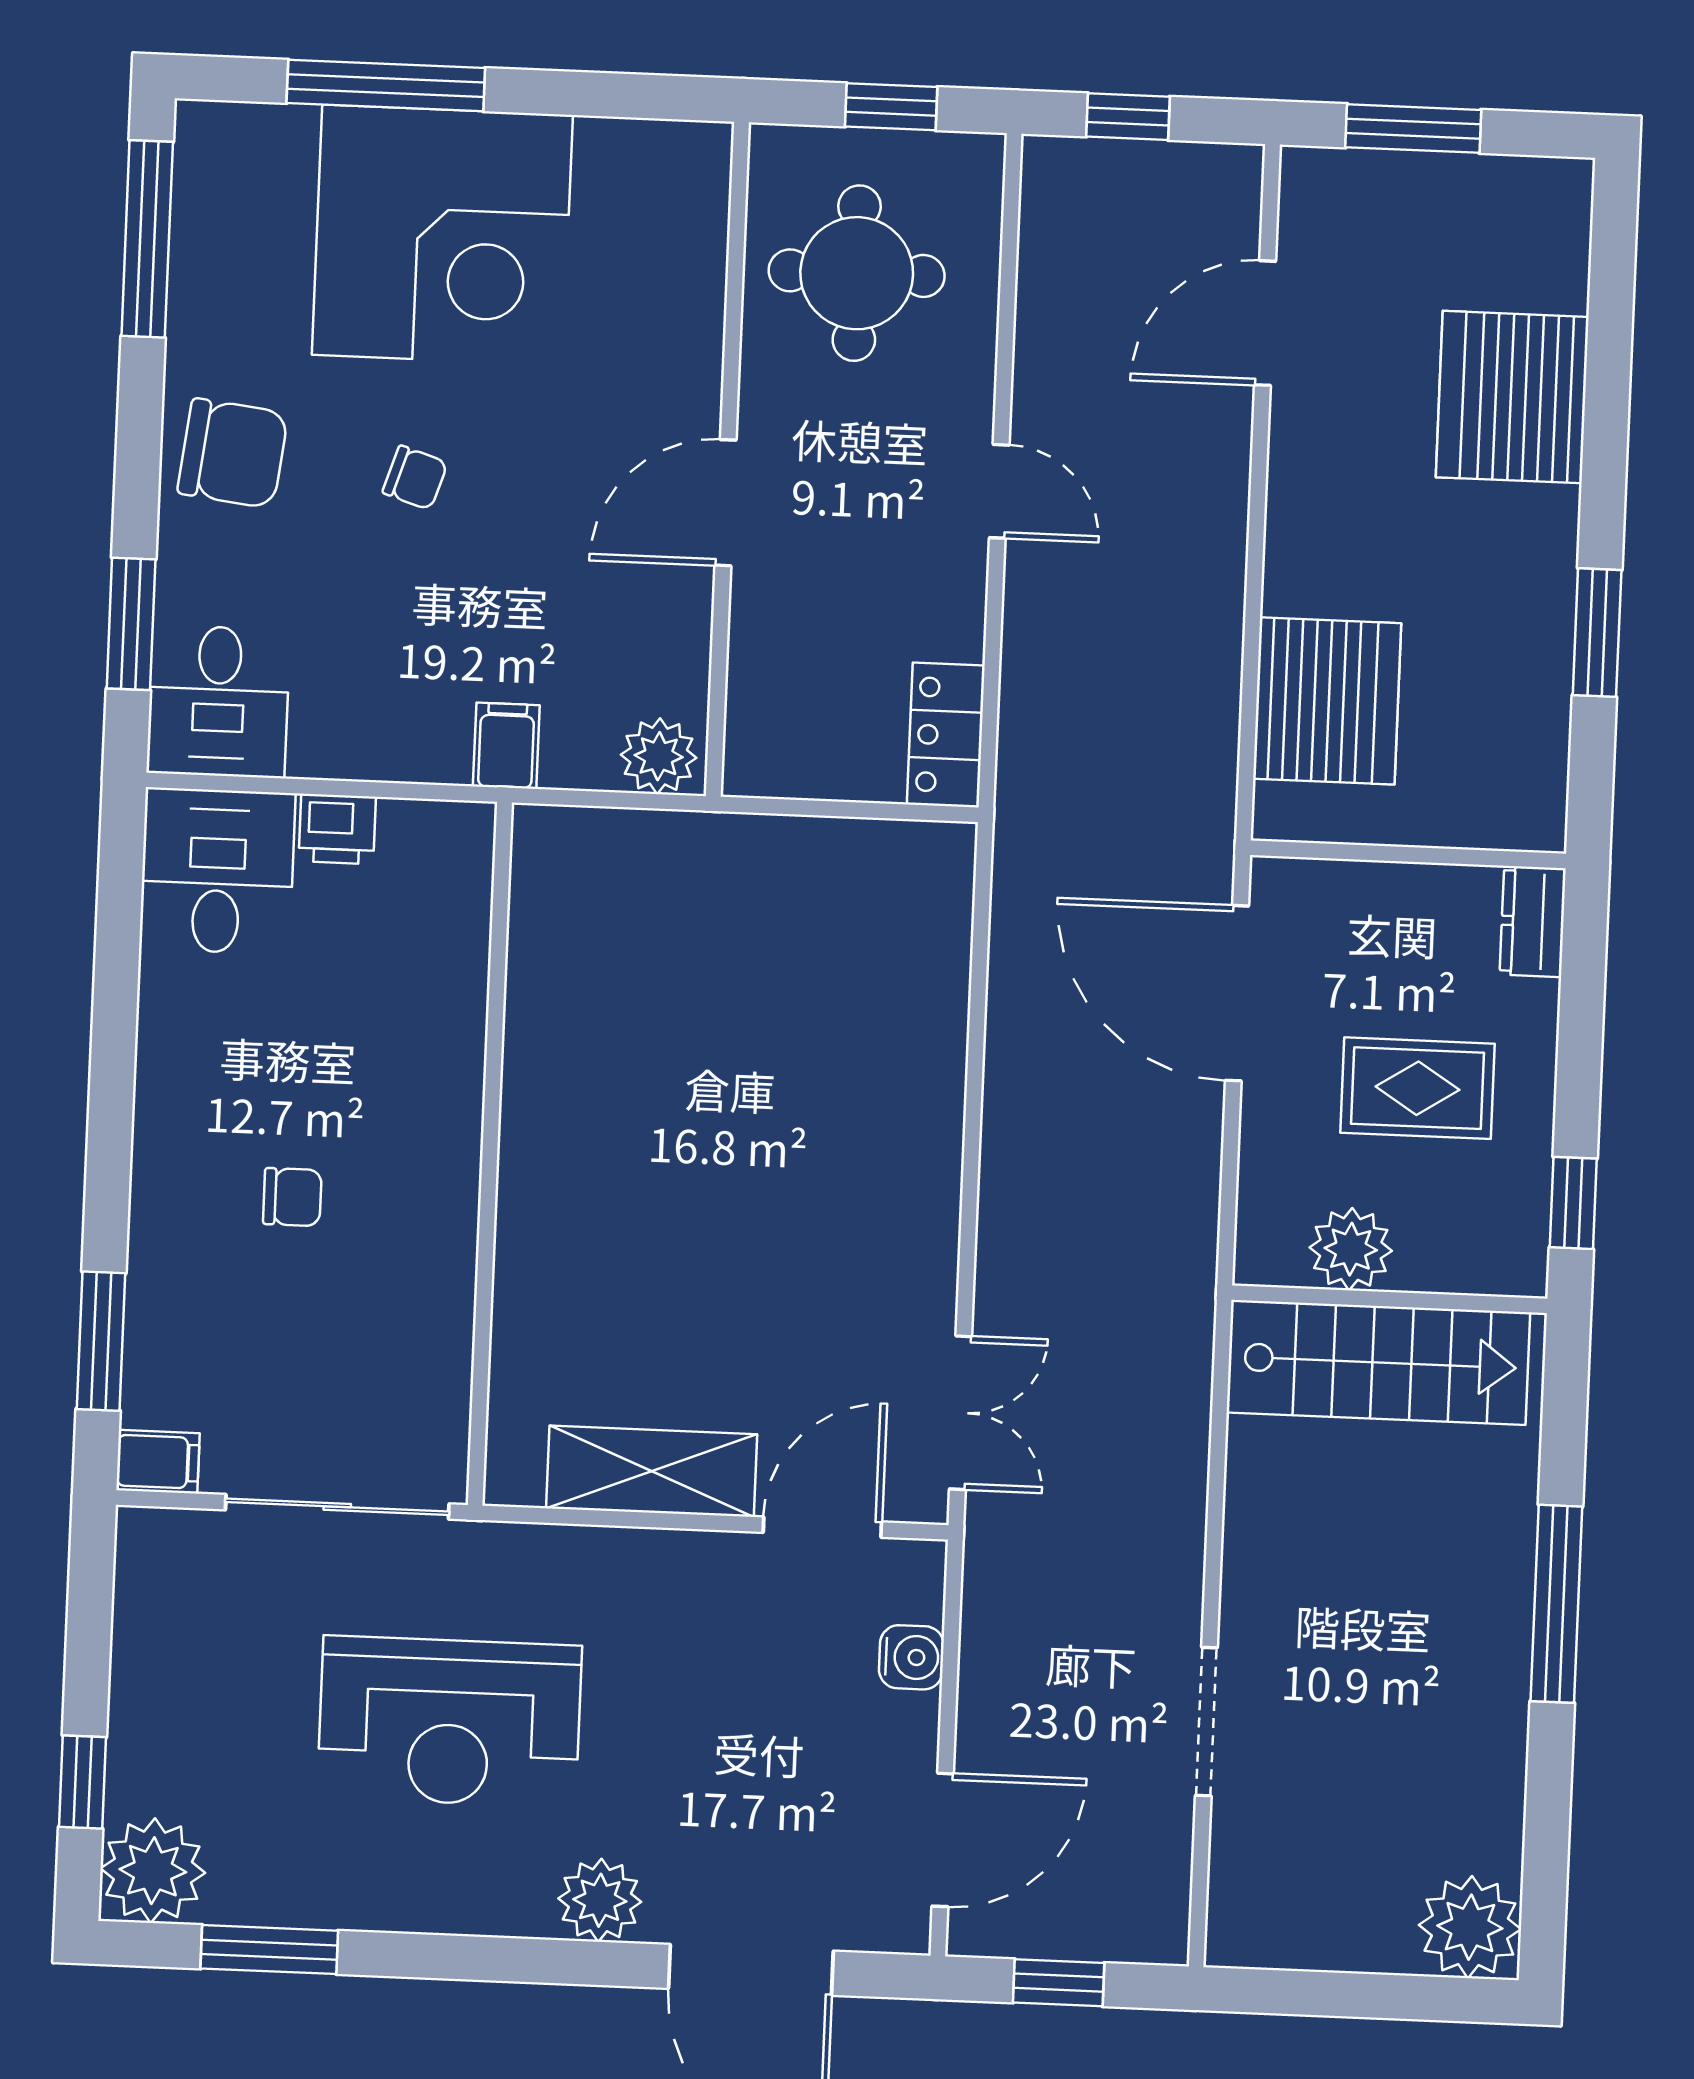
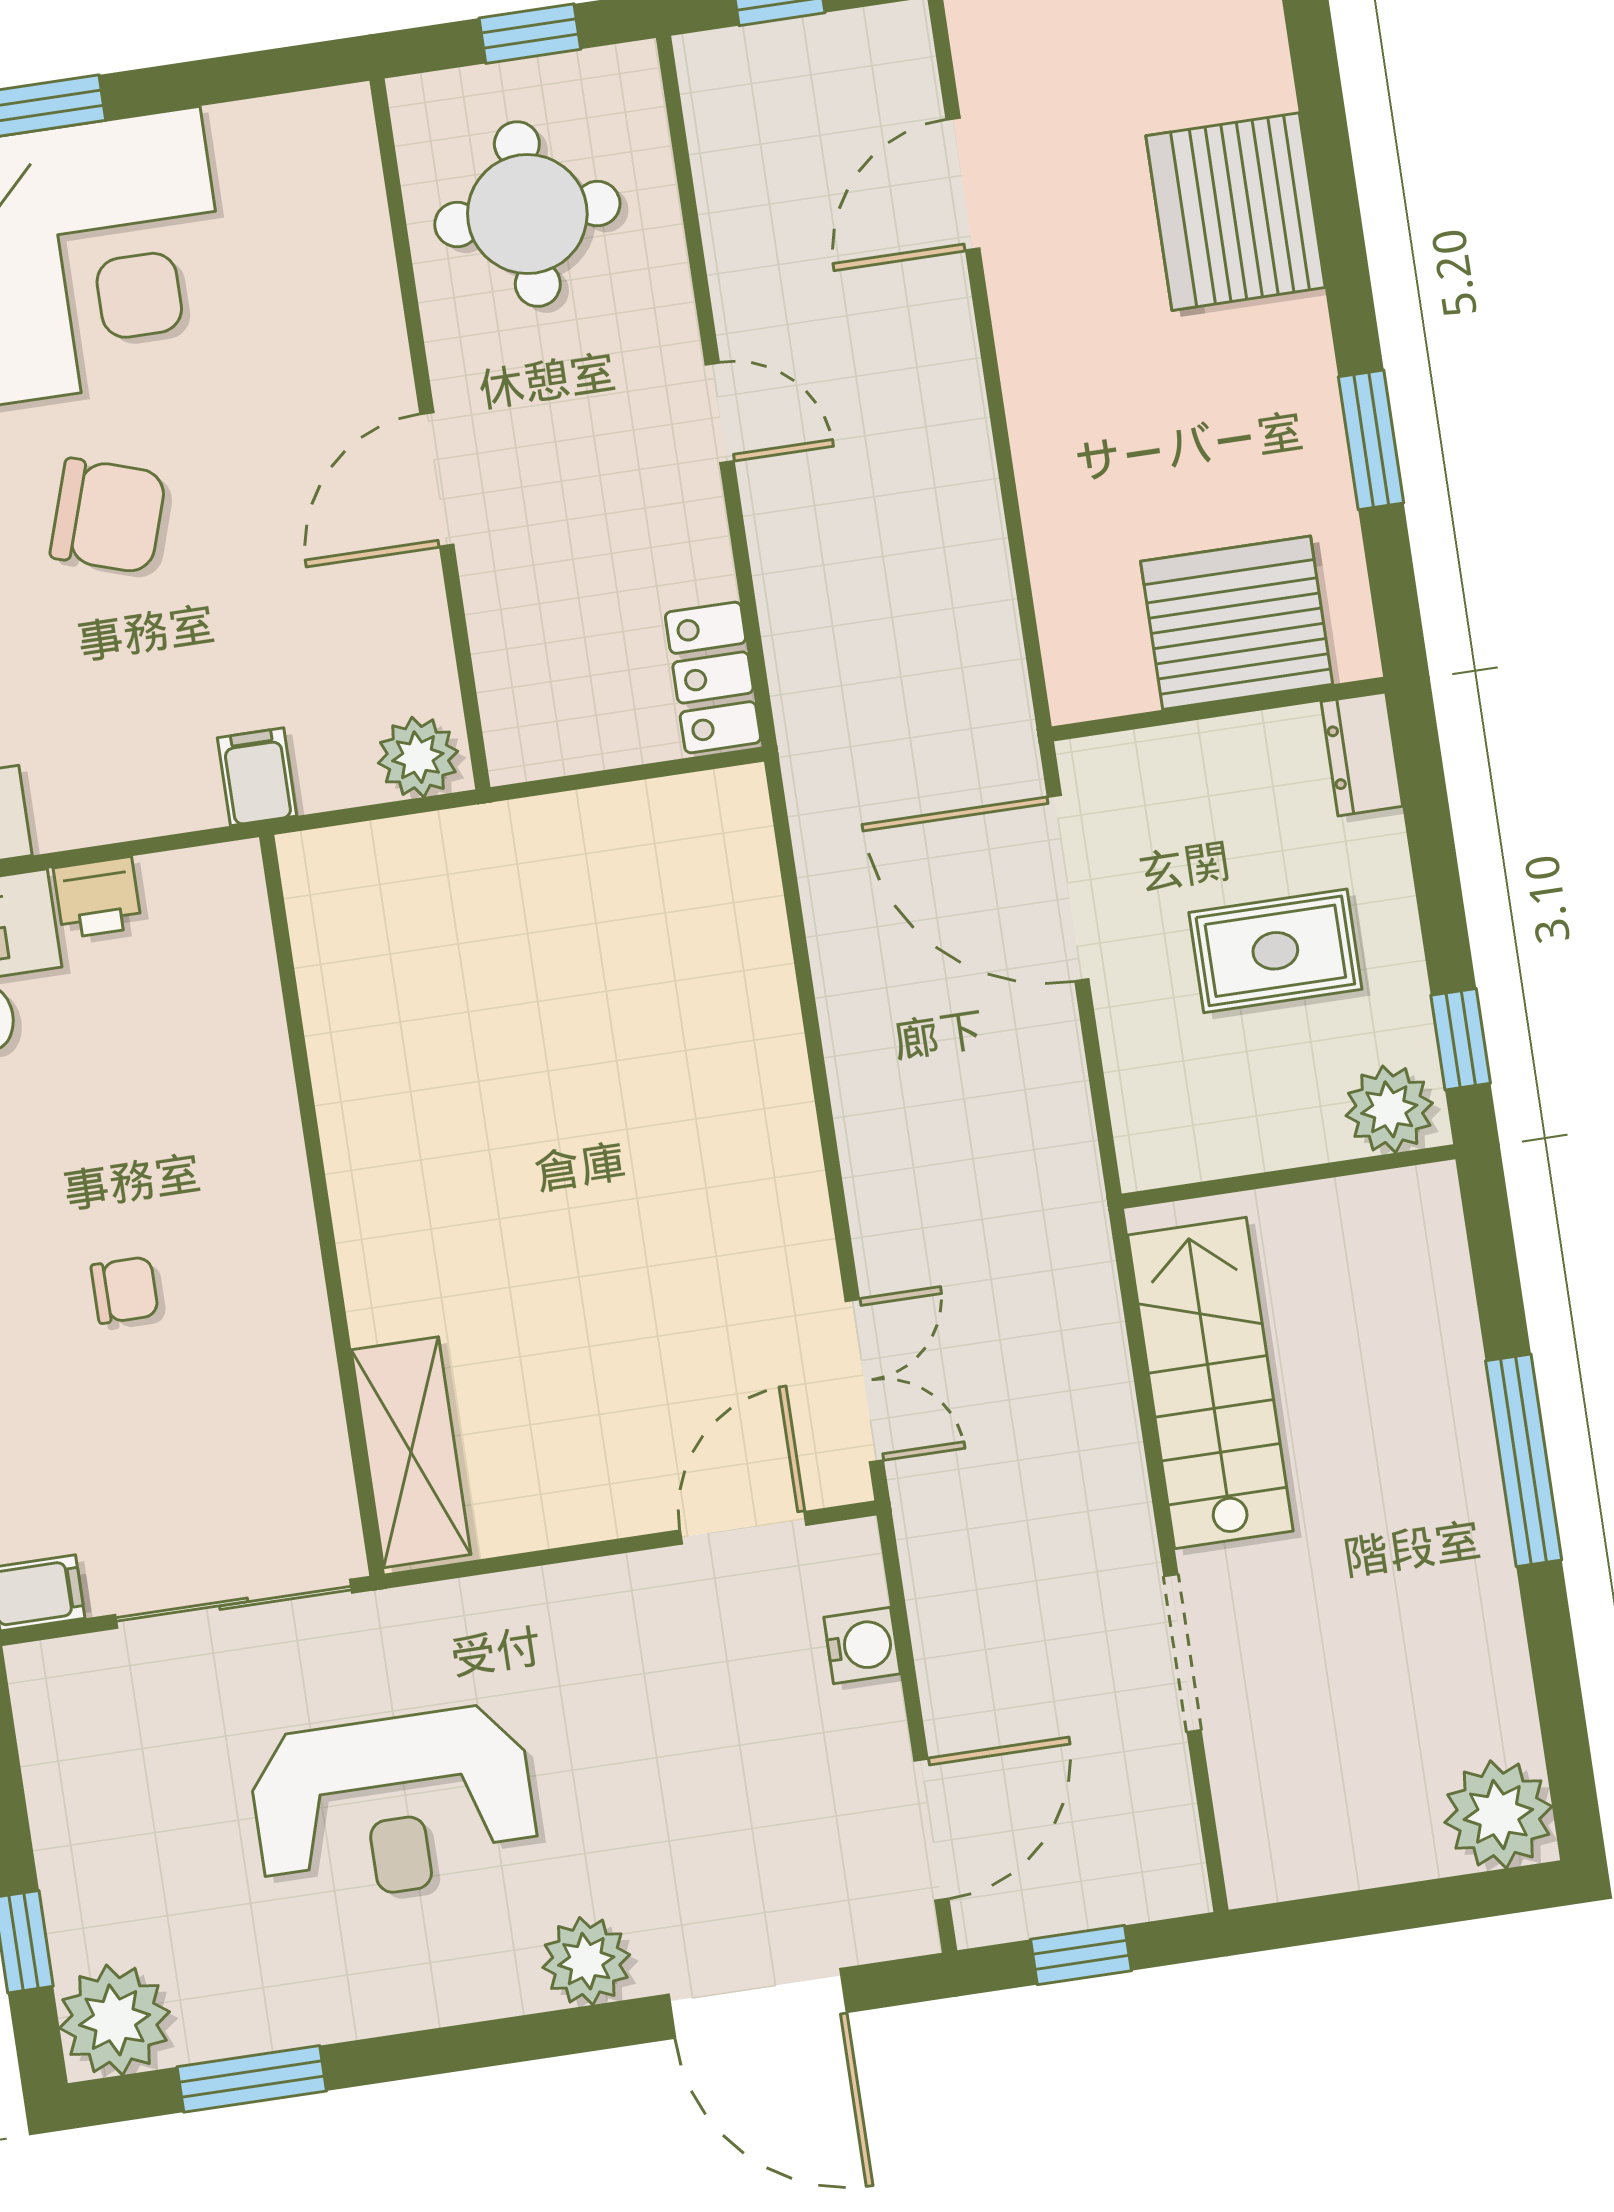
chair: (415, 478) -> (108, 516), width x1.87, depth x1.87
server rack: (1327, 701) -> (1237, 623), moved, turned -90
plant: (1351, 1249) -> (1389, 1109), moved
stairs: (1378, 1362) -> (1210, 1383), moved, turned -90
shelving: (652, 1471) -> (411, 1452), moved, turned 90

